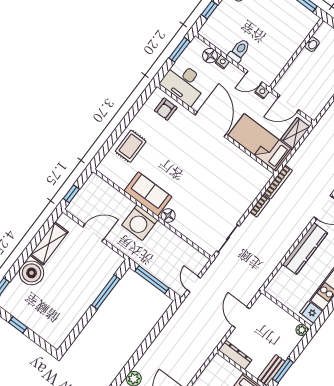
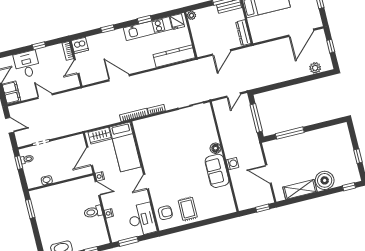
floor lamp: (210, 56) -> (113, 223), removed
door: (288, 104) -> (90, 156), swing flipped
door: (211, 125) -> (146, 182), width x0.53
rug: (131, 146) -> (188, 209), moved, turned 90
washing machine: (140, 223) -> (232, 164), width x0.53, depth x0.53
kitchen counter: (305, 249) -> (174, 56), moved

